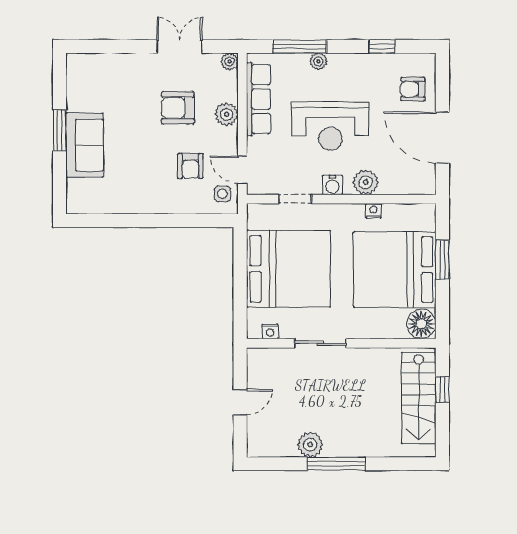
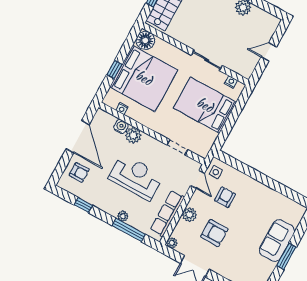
water cooler: (332, 185) -> (121, 126), moved
nightstand: (373, 211) -> (122, 109), moved
window: (442, 260) -> (114, 70), width x0.67
bed: (289, 269) -> (205, 105), width x0.73

